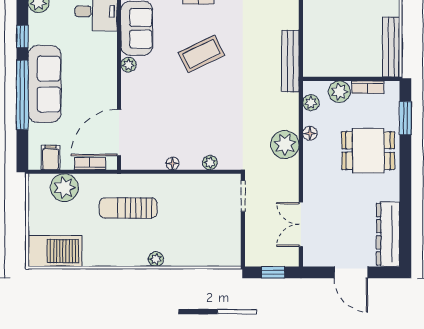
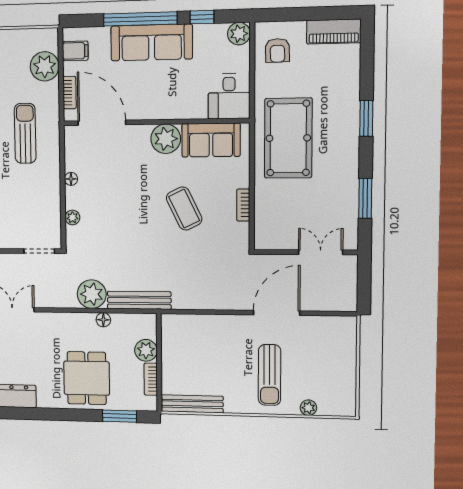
bench: (290, 61) -> (139, 300), moved
plant: (128, 65) -> (166, 139), width x1.87, depth x1.87
plant: (311, 103) -> (134, 321), removed

